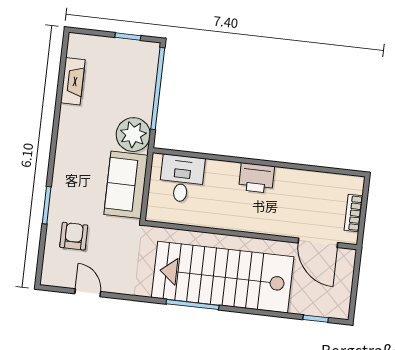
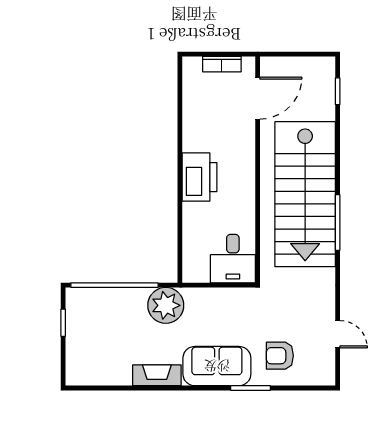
fireplace: (73, 81) -> (157, 375), moved
printer: (256, 178) -> (199, 177), width x1.37, depth x1.19
desk: (182, 179) -> (233, 259), moved, turned -90
sofa: (126, 185) -> (217, 366), moved, turned 180
door: (88, 293) -> (338, 334), swing flipped

